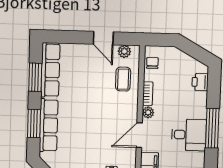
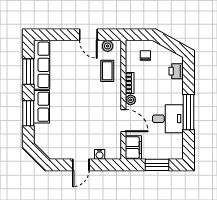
chair: (152, 63) -> (145, 56), moved
row of seats: (49, 125) -> (42, 107), width x0.68
door: (139, 135) -> (123, 121), swing flipped

